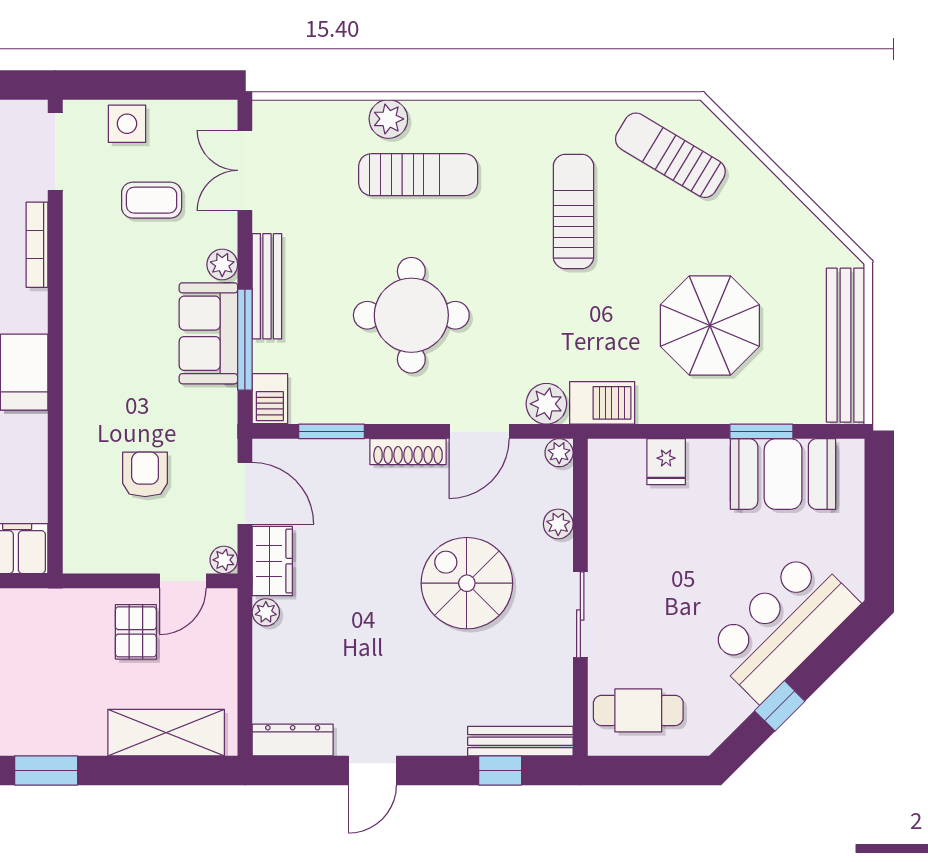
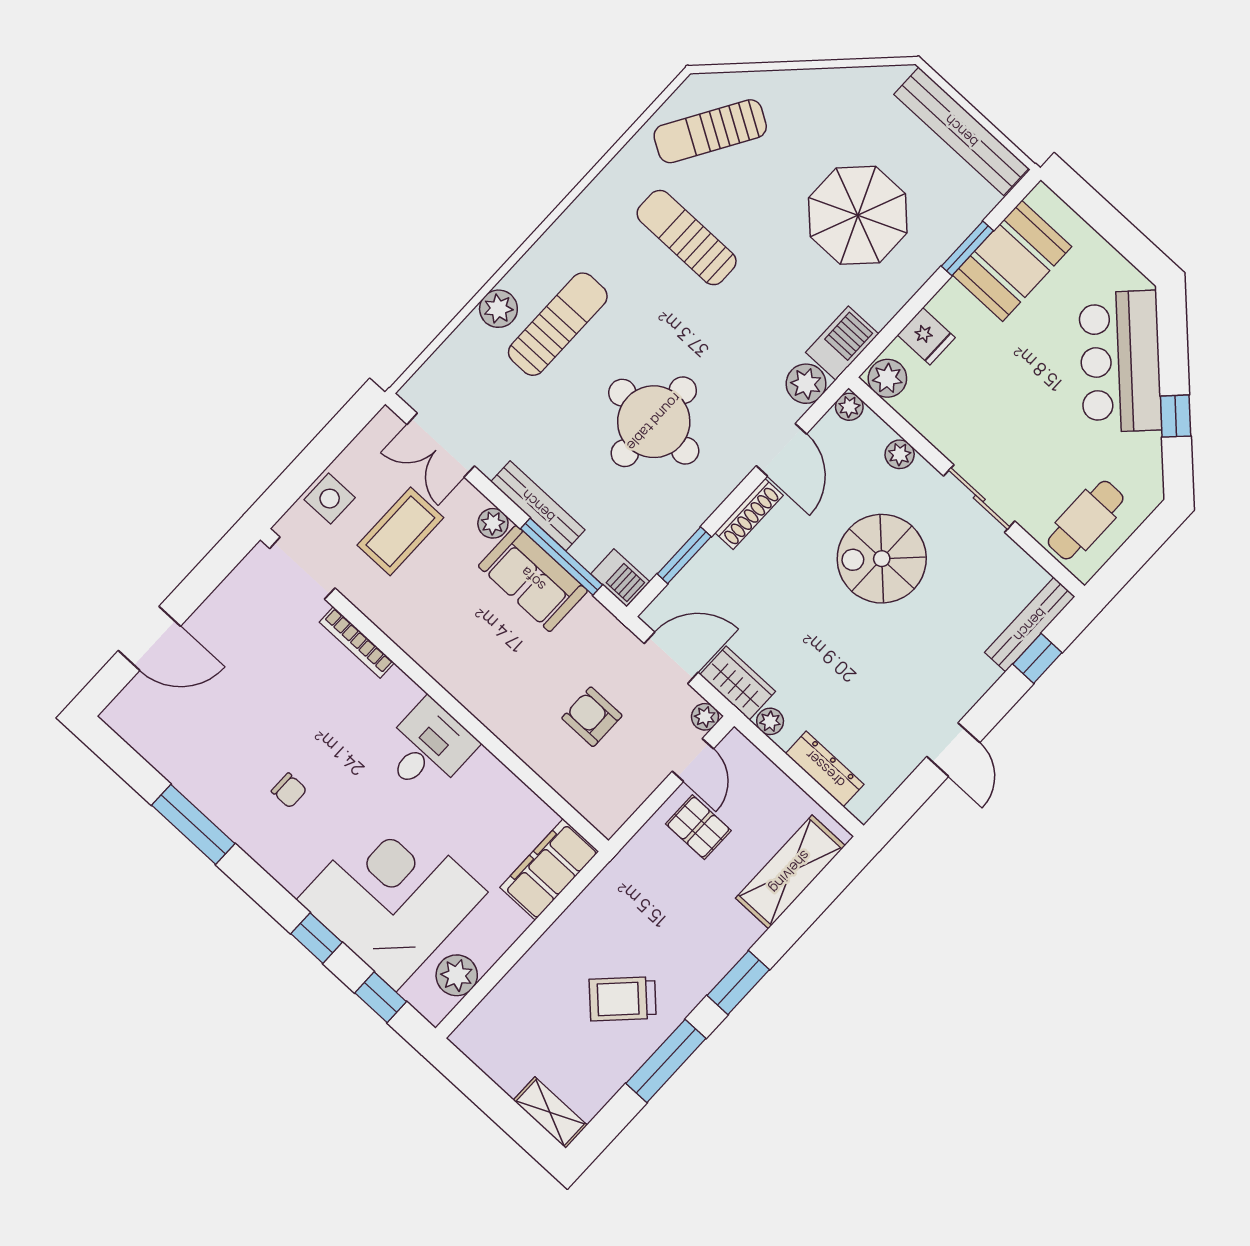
coffee table: (152, 200) -> (400, 531), width x1.36, depth x1.30
plant: (607, 462) -> (887, 378), added
dresser: (293, 740) -> (825, 769), moved, turned 90

